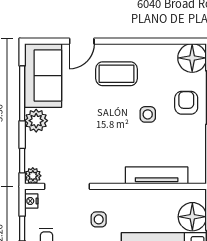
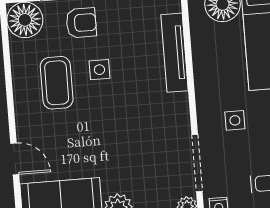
coffee table: (116, 74) -> (57, 83), moved
armchair: (186, 103) -> (81, 23), turned 180

